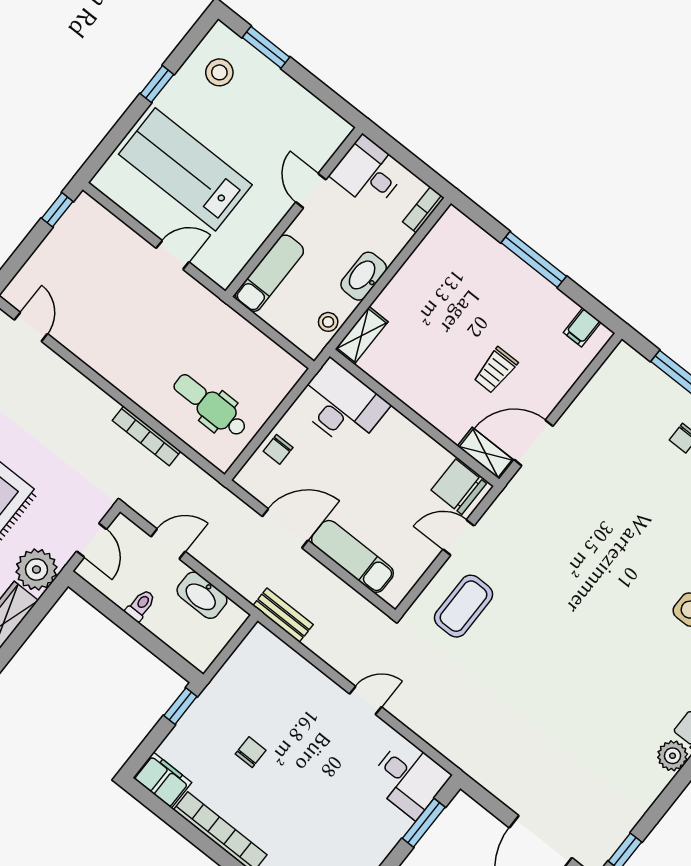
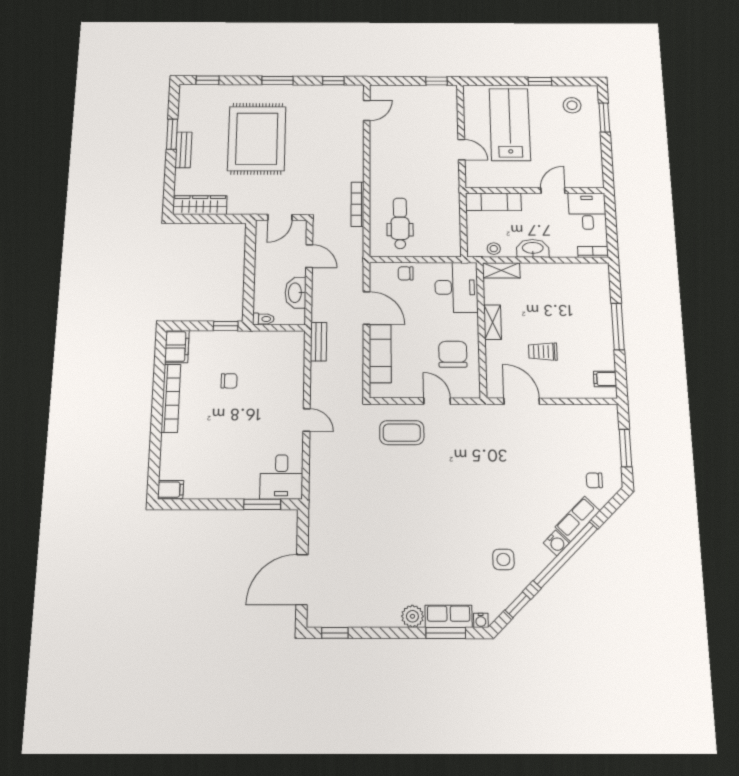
shelving: (486, 453) -> (493, 322), moved
chair: (459, 487) -> (453, 354), moved
plant: (36, 570) -> (242, 202), removed
toilet: (140, 605) -> (263, 319), moved

